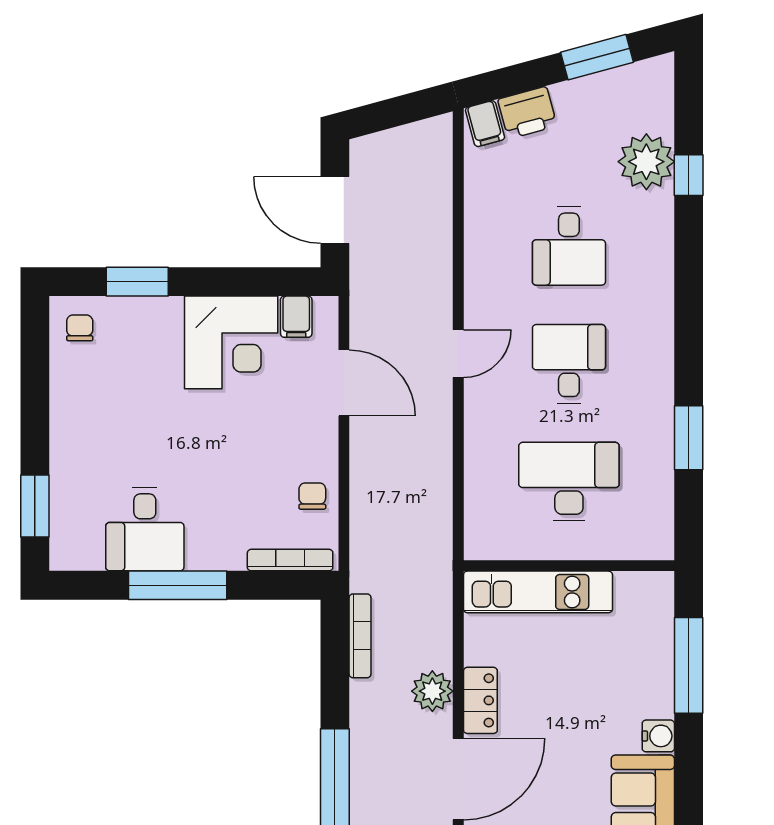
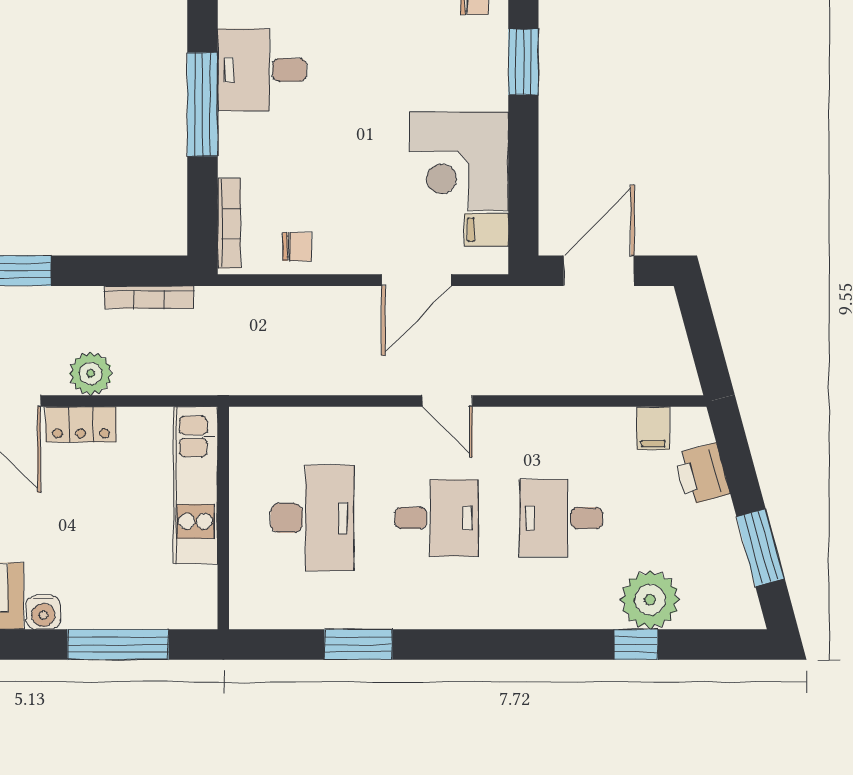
filing cabinet: (485, 124) -> (653, 428), moved, turned -75

